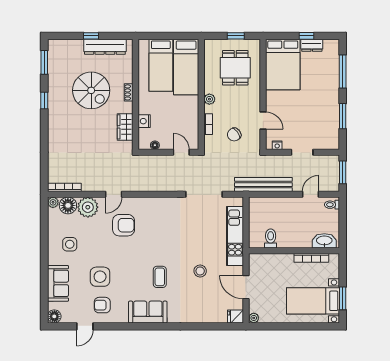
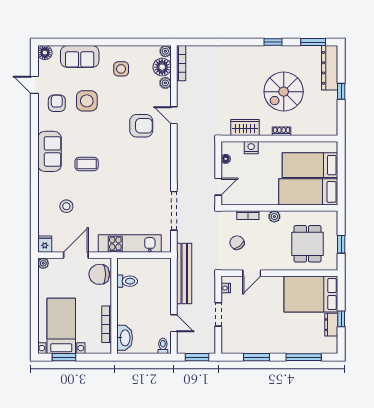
dresser: (105, 47) -> (330, 68), moved
dining table: (235, 68) -> (308, 244), turned 90
plant: (88, 207) -> (165, 83), width x0.53, depth x0.53
armchair: (124, 225) -> (141, 126), turned -90
chair: (264, 265) -> (99, 274), added
stool: (200, 271) -> (66, 206), moved

